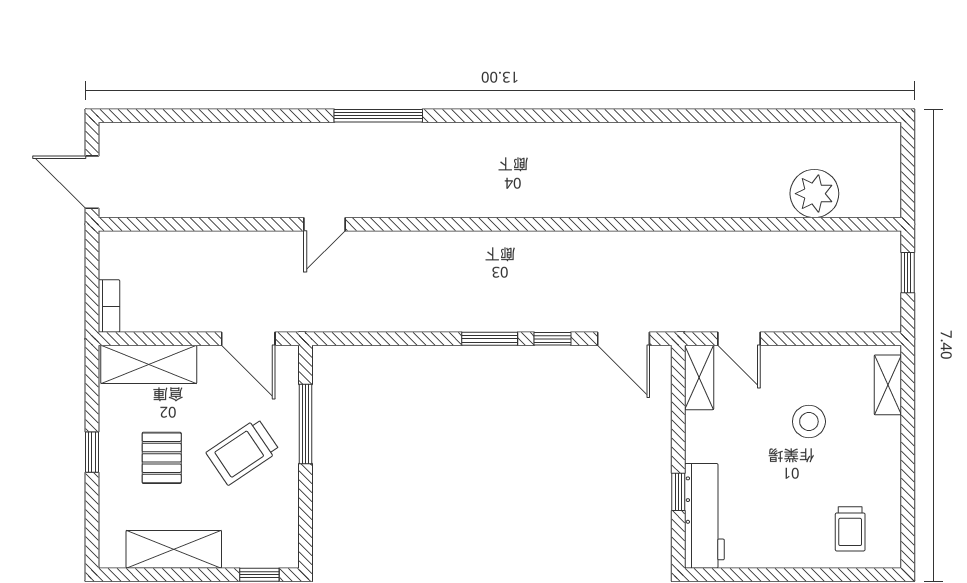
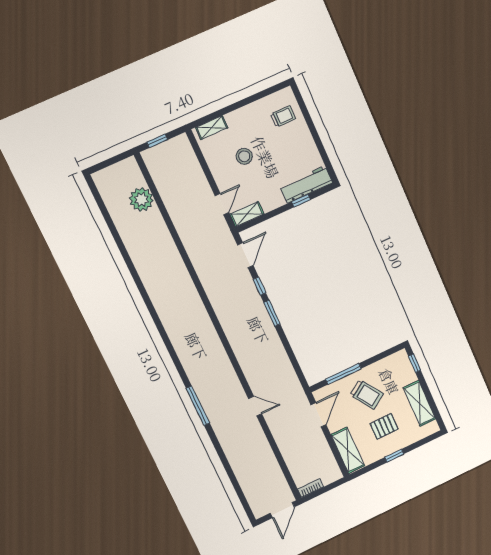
bookcase: (109, 306) -> (311, 488), moved

